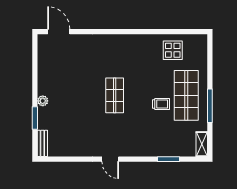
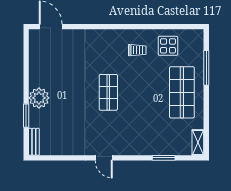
plant: (43, 101) -> (39, 98), width x1.88, depth x1.88
trolley: (161, 104) -> (137, 50), moved
window: (210, 106) -> (206, 68), moved

